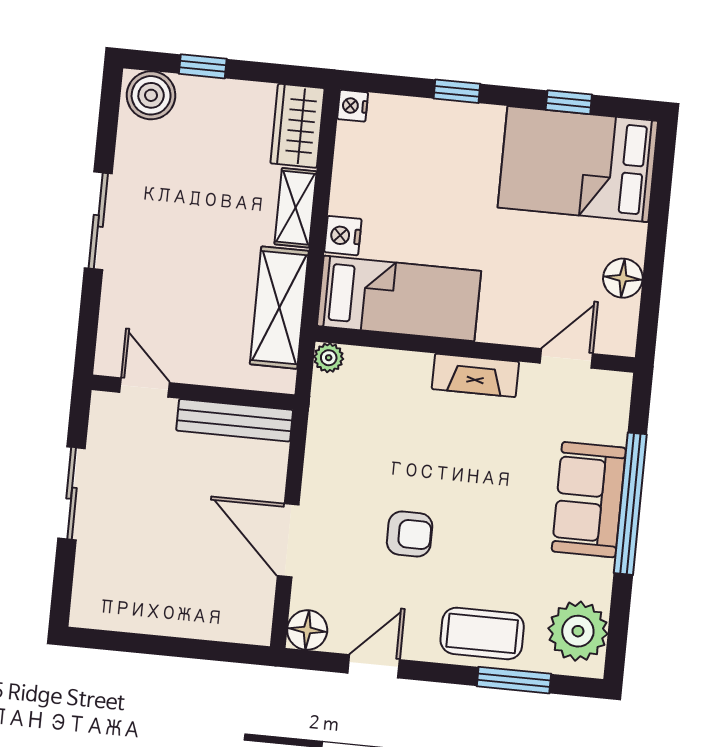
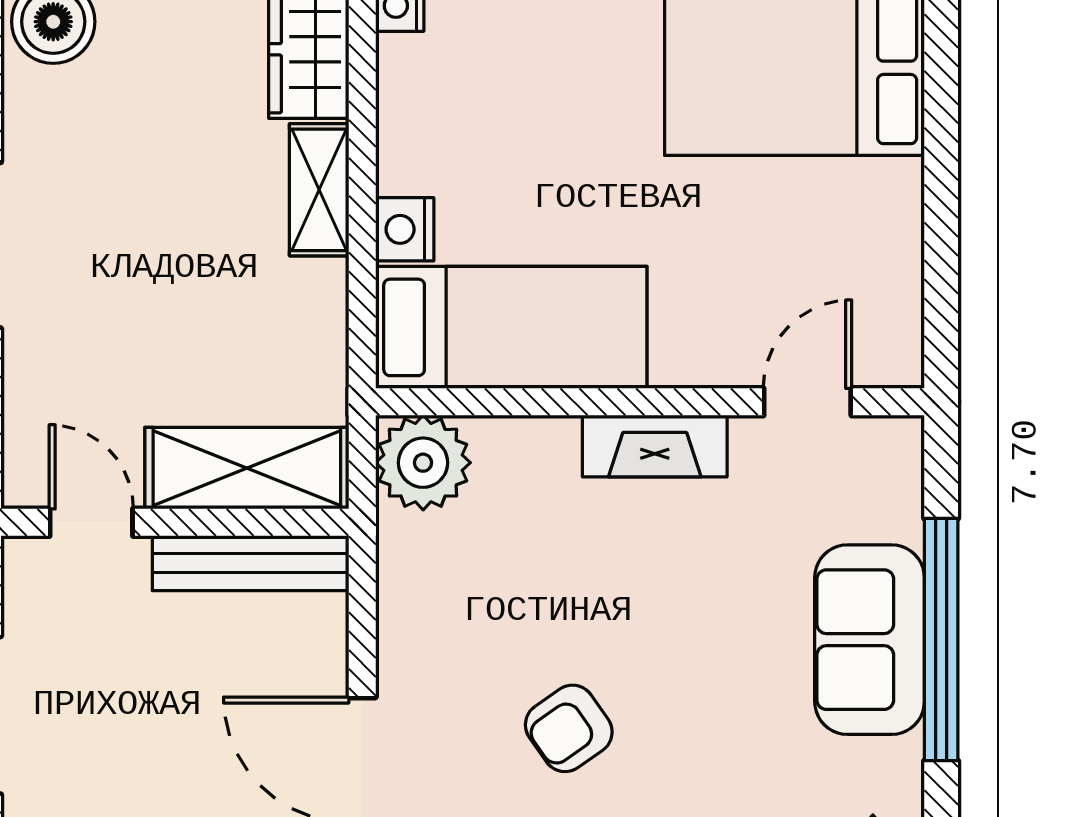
floor lamp: (623, 278) -> (891, 255), removed
shelving: (279, 308) -> (247, 468), moved, turned 90
plant: (329, 358) -> (423, 463), width x1.88, depth x1.88
armchair: (410, 534) -> (569, 728), turned 145

